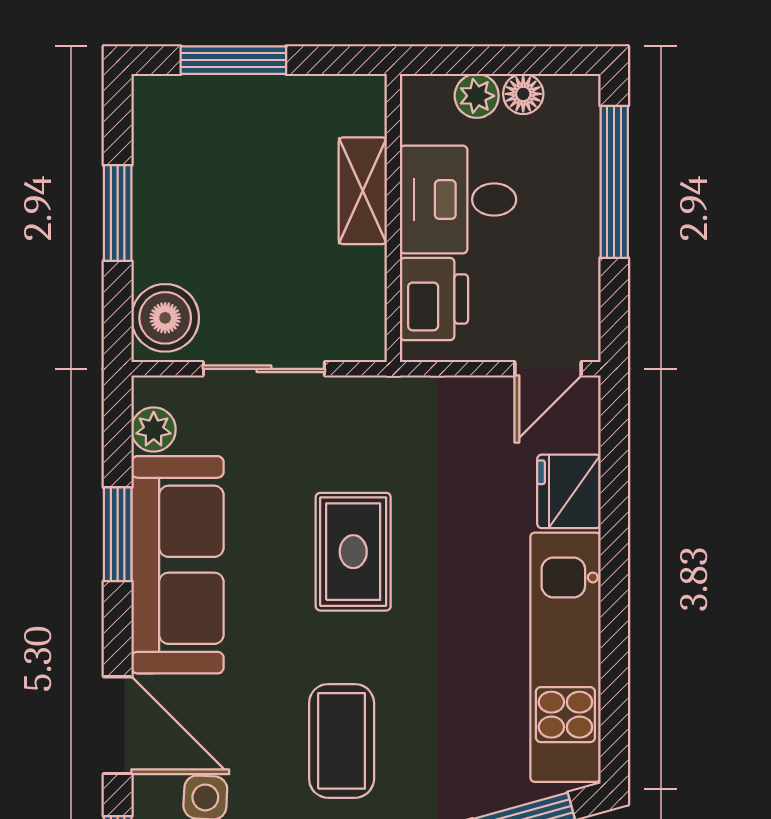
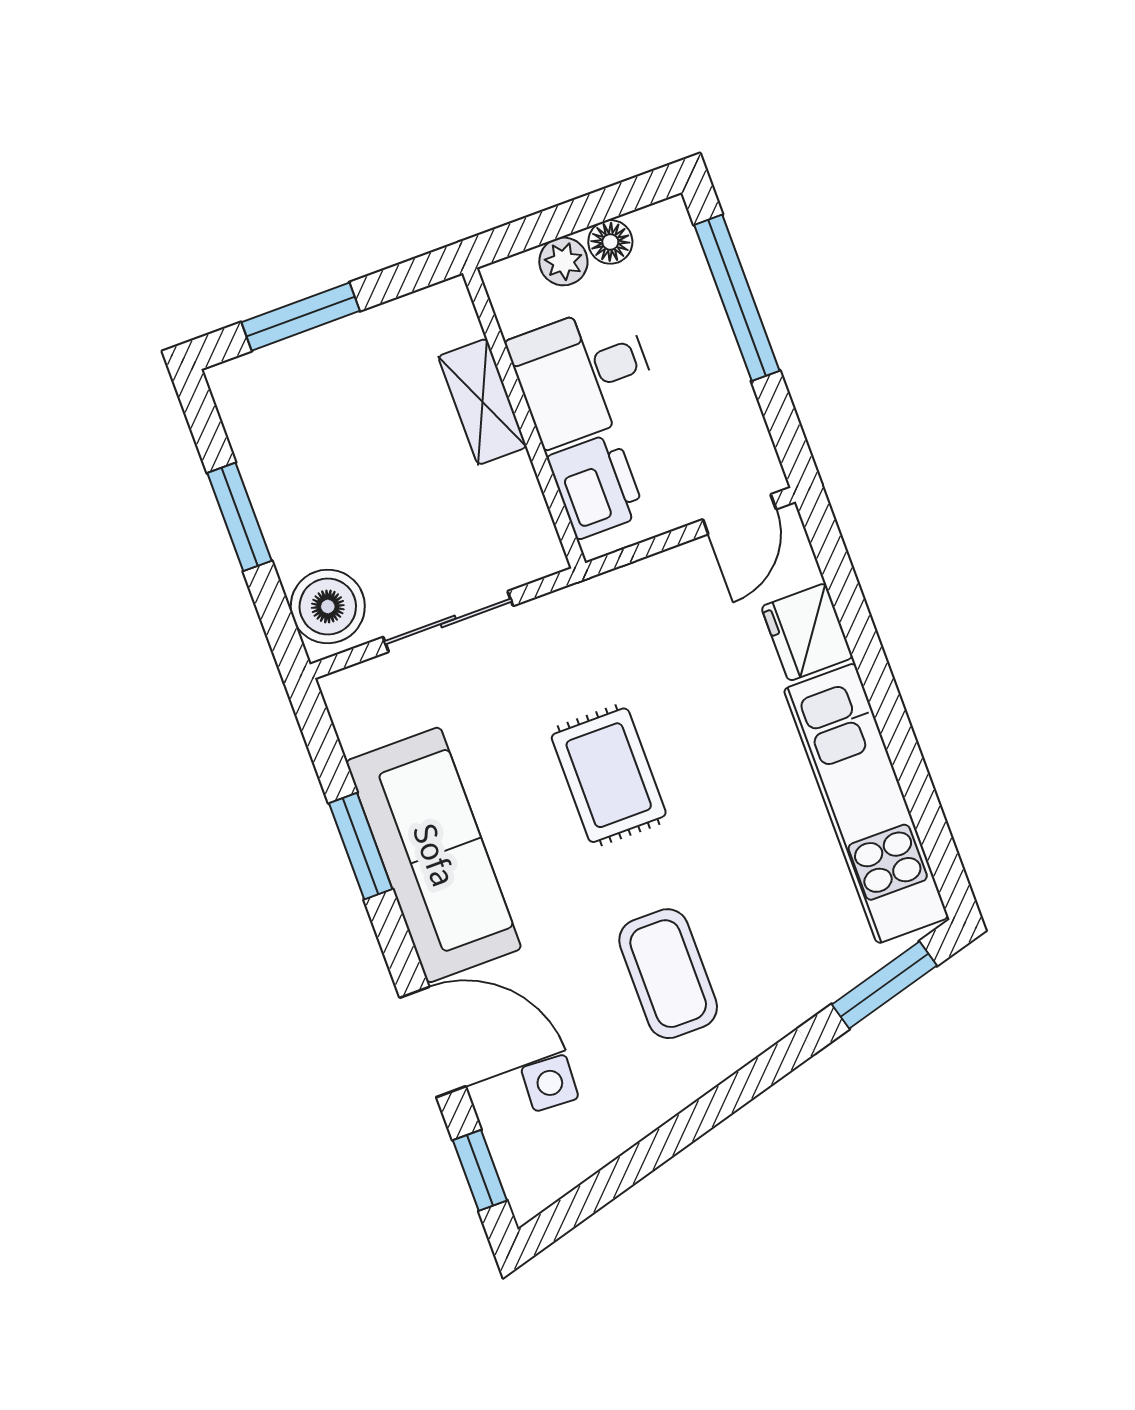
plant: (154, 429) -> (358, 725), removed

